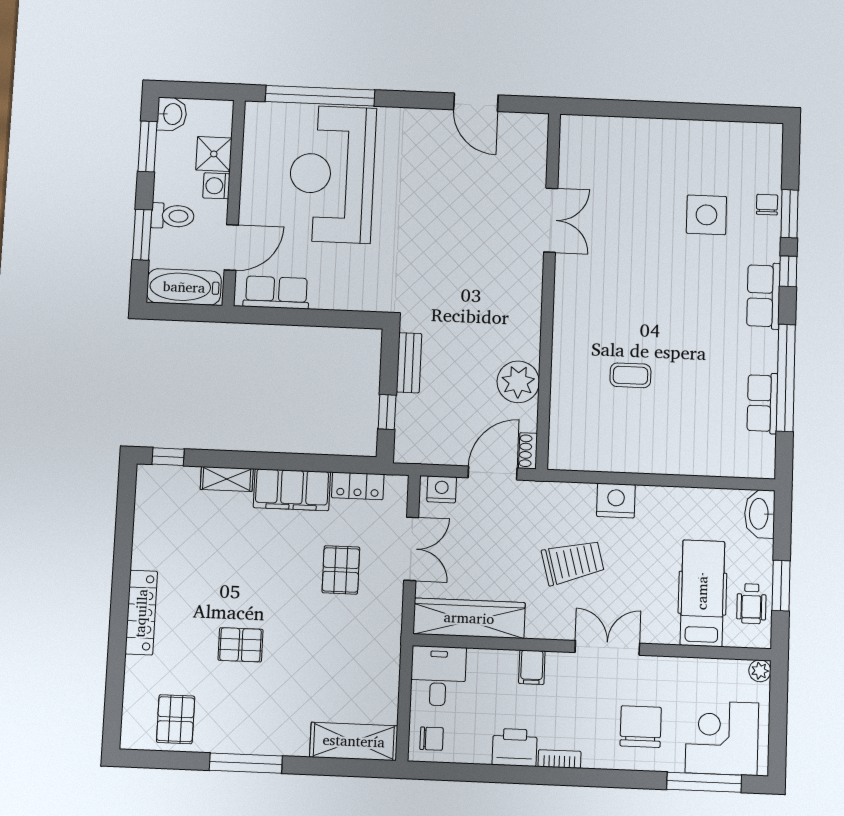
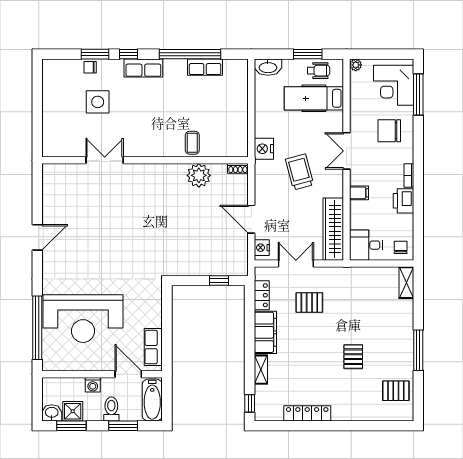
shower: (214, 154) -> (73, 411), moved
double door: (551, 220) -> (105, 160), moved
wall: (548, 290) -> (145, 160), moved
bench: (409, 363) -> (190, 269), removed
plant: (518, 382) -> (199, 175), moved
shoe rack: (528, 451) -> (238, 168), moved
locker: (141, 613) -> (307, 413), moved
shelving: (354, 741) -> (406, 283), width x0.67, depth x0.75

